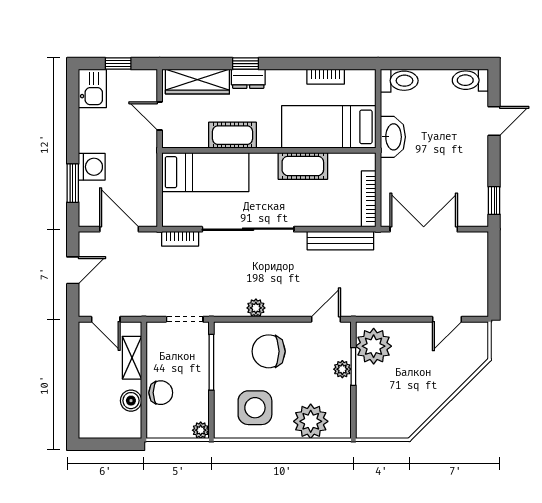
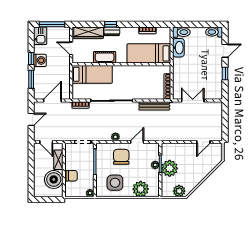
window: (118, 64) -> (52, 24), width x2.17
washbasin: (393, 137) -> (178, 48), moved
window: (73, 138) -> (31, 58), added
cot: (303, 166) -> (137, 71), removed
washing machine: (92, 167) -> (40, 60), moved
window: (494, 201) -> (225, 73), moved
door: (119, 229) -> (52, 101), hinge flipped
double door: (424, 229) -> (193, 101), width x0.73
door: (326, 319) -> (137, 142), moved
plant: (374, 346) -> (170, 168), moved
chair: (269, 351) -> (121, 157), turned 90
boiler: (131, 401) -> (54, 179), width x1.86, depth x1.86
plant: (394, 426) -> (179, 191), added

